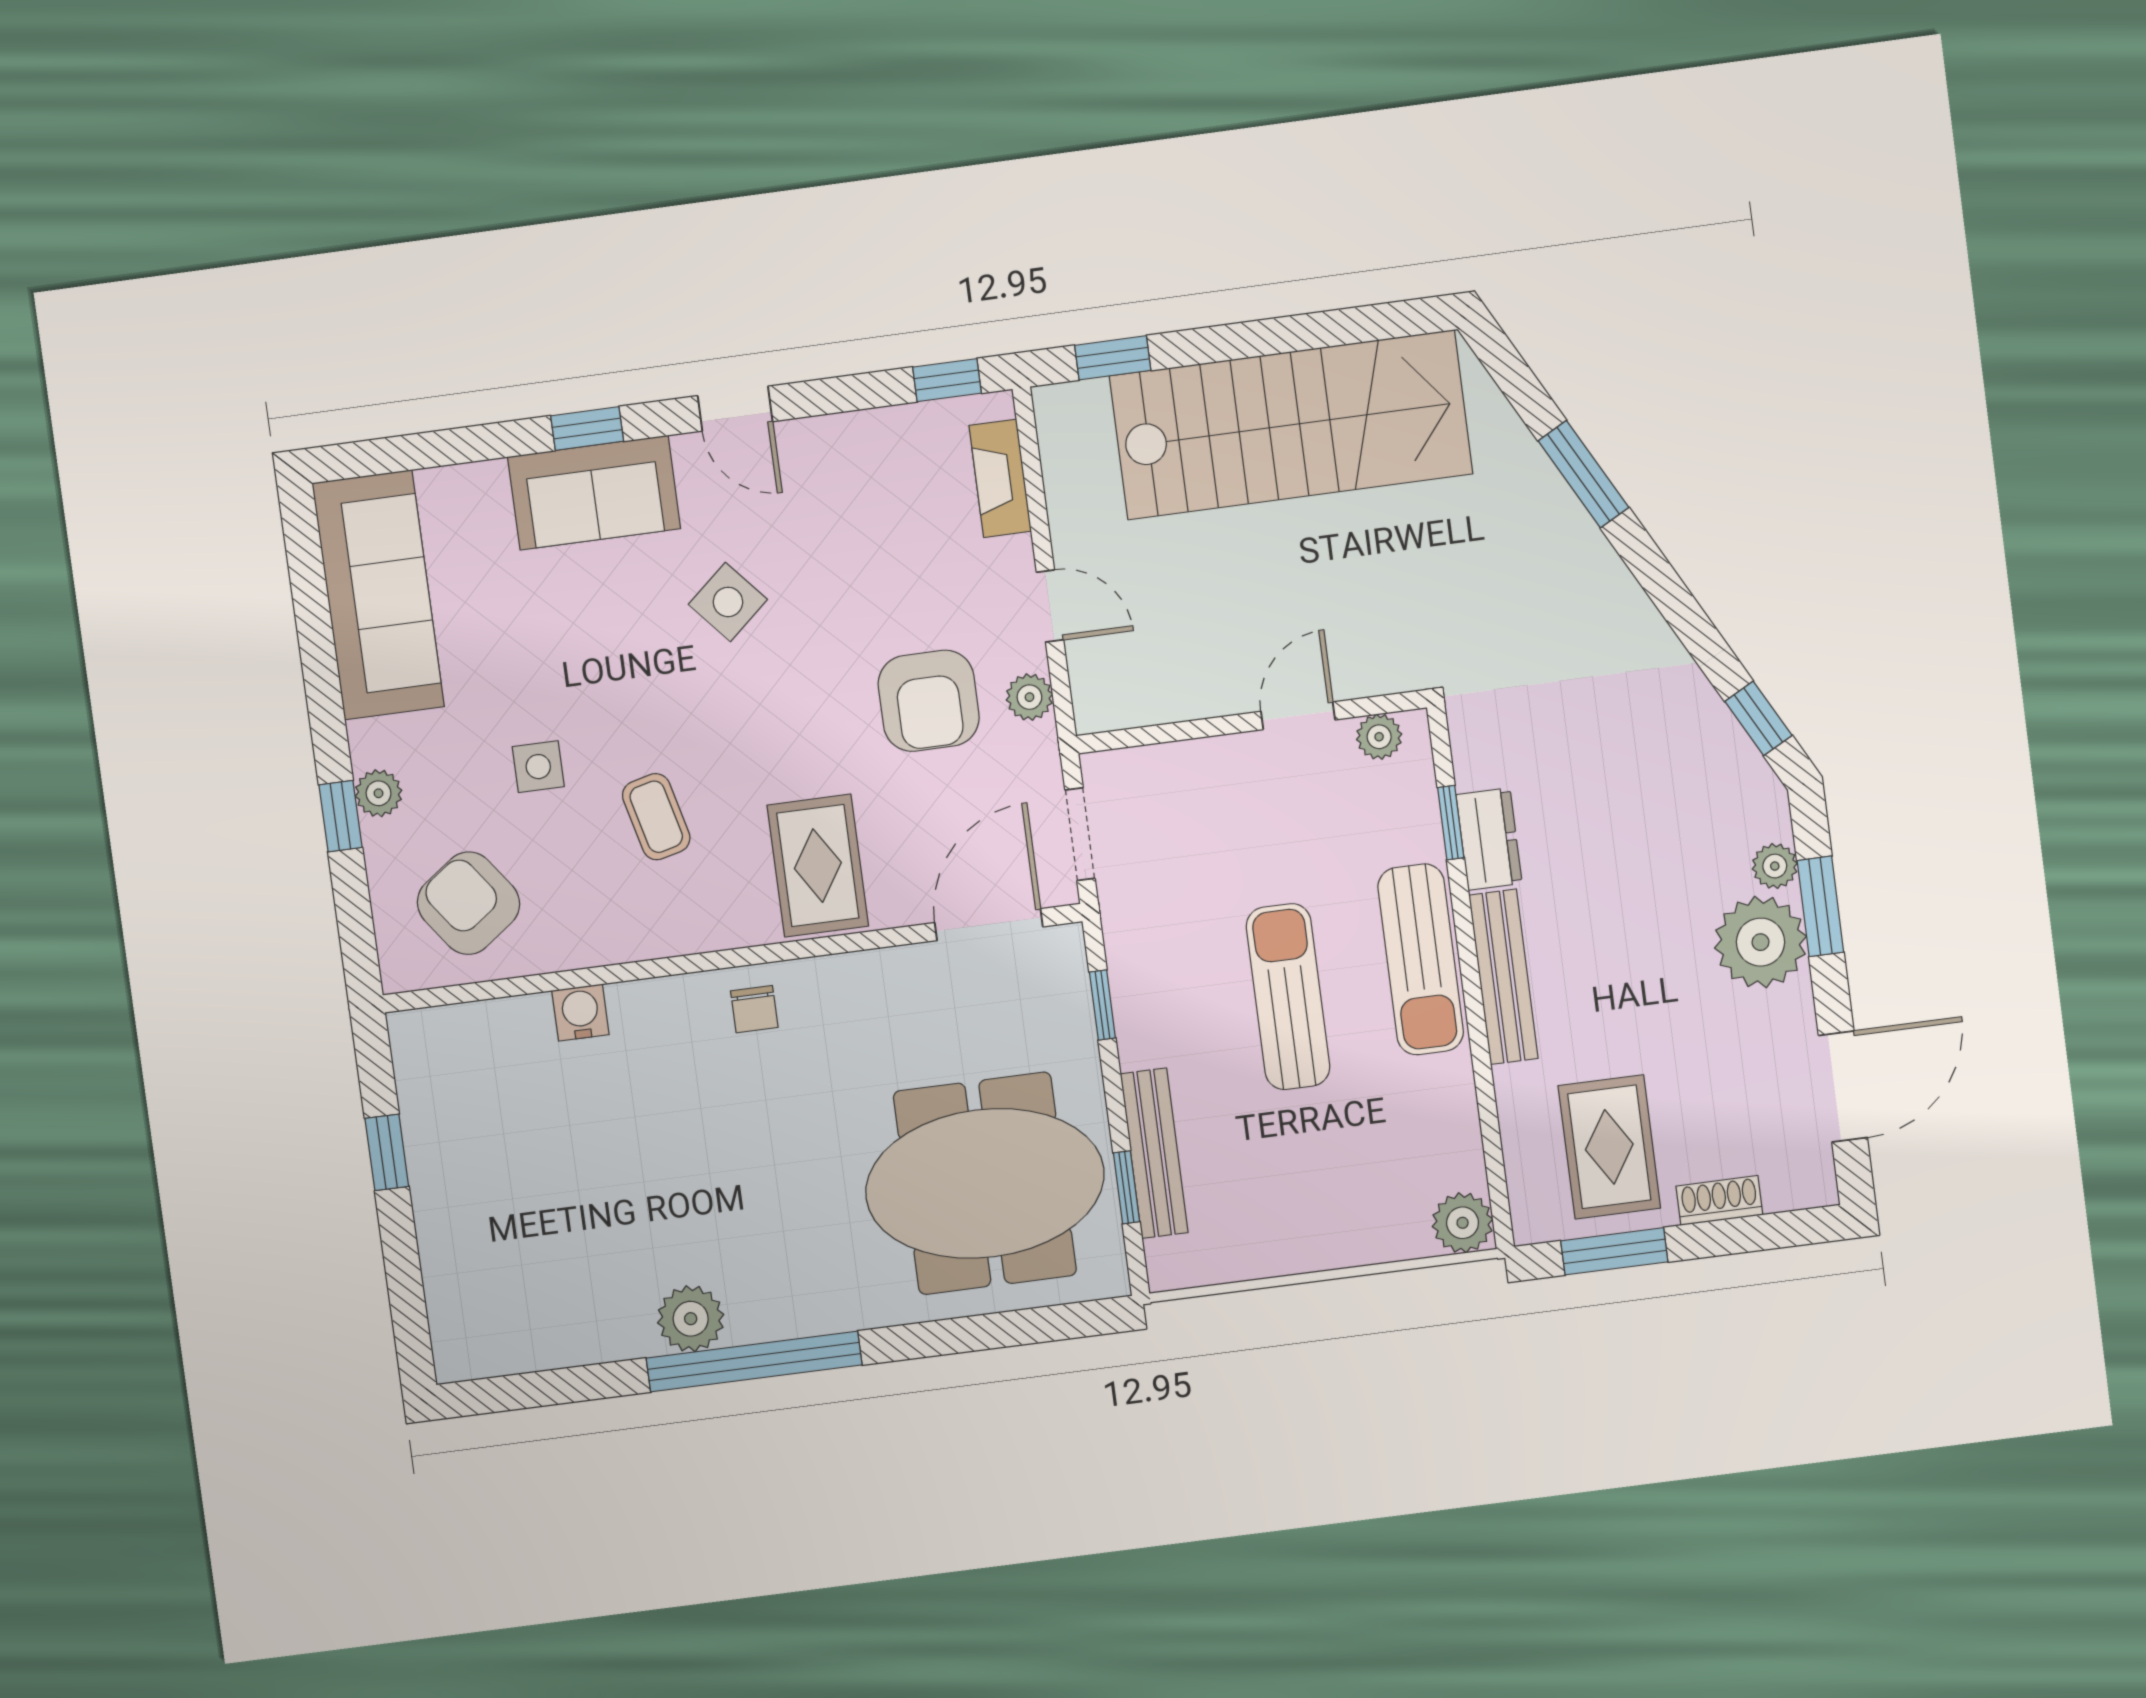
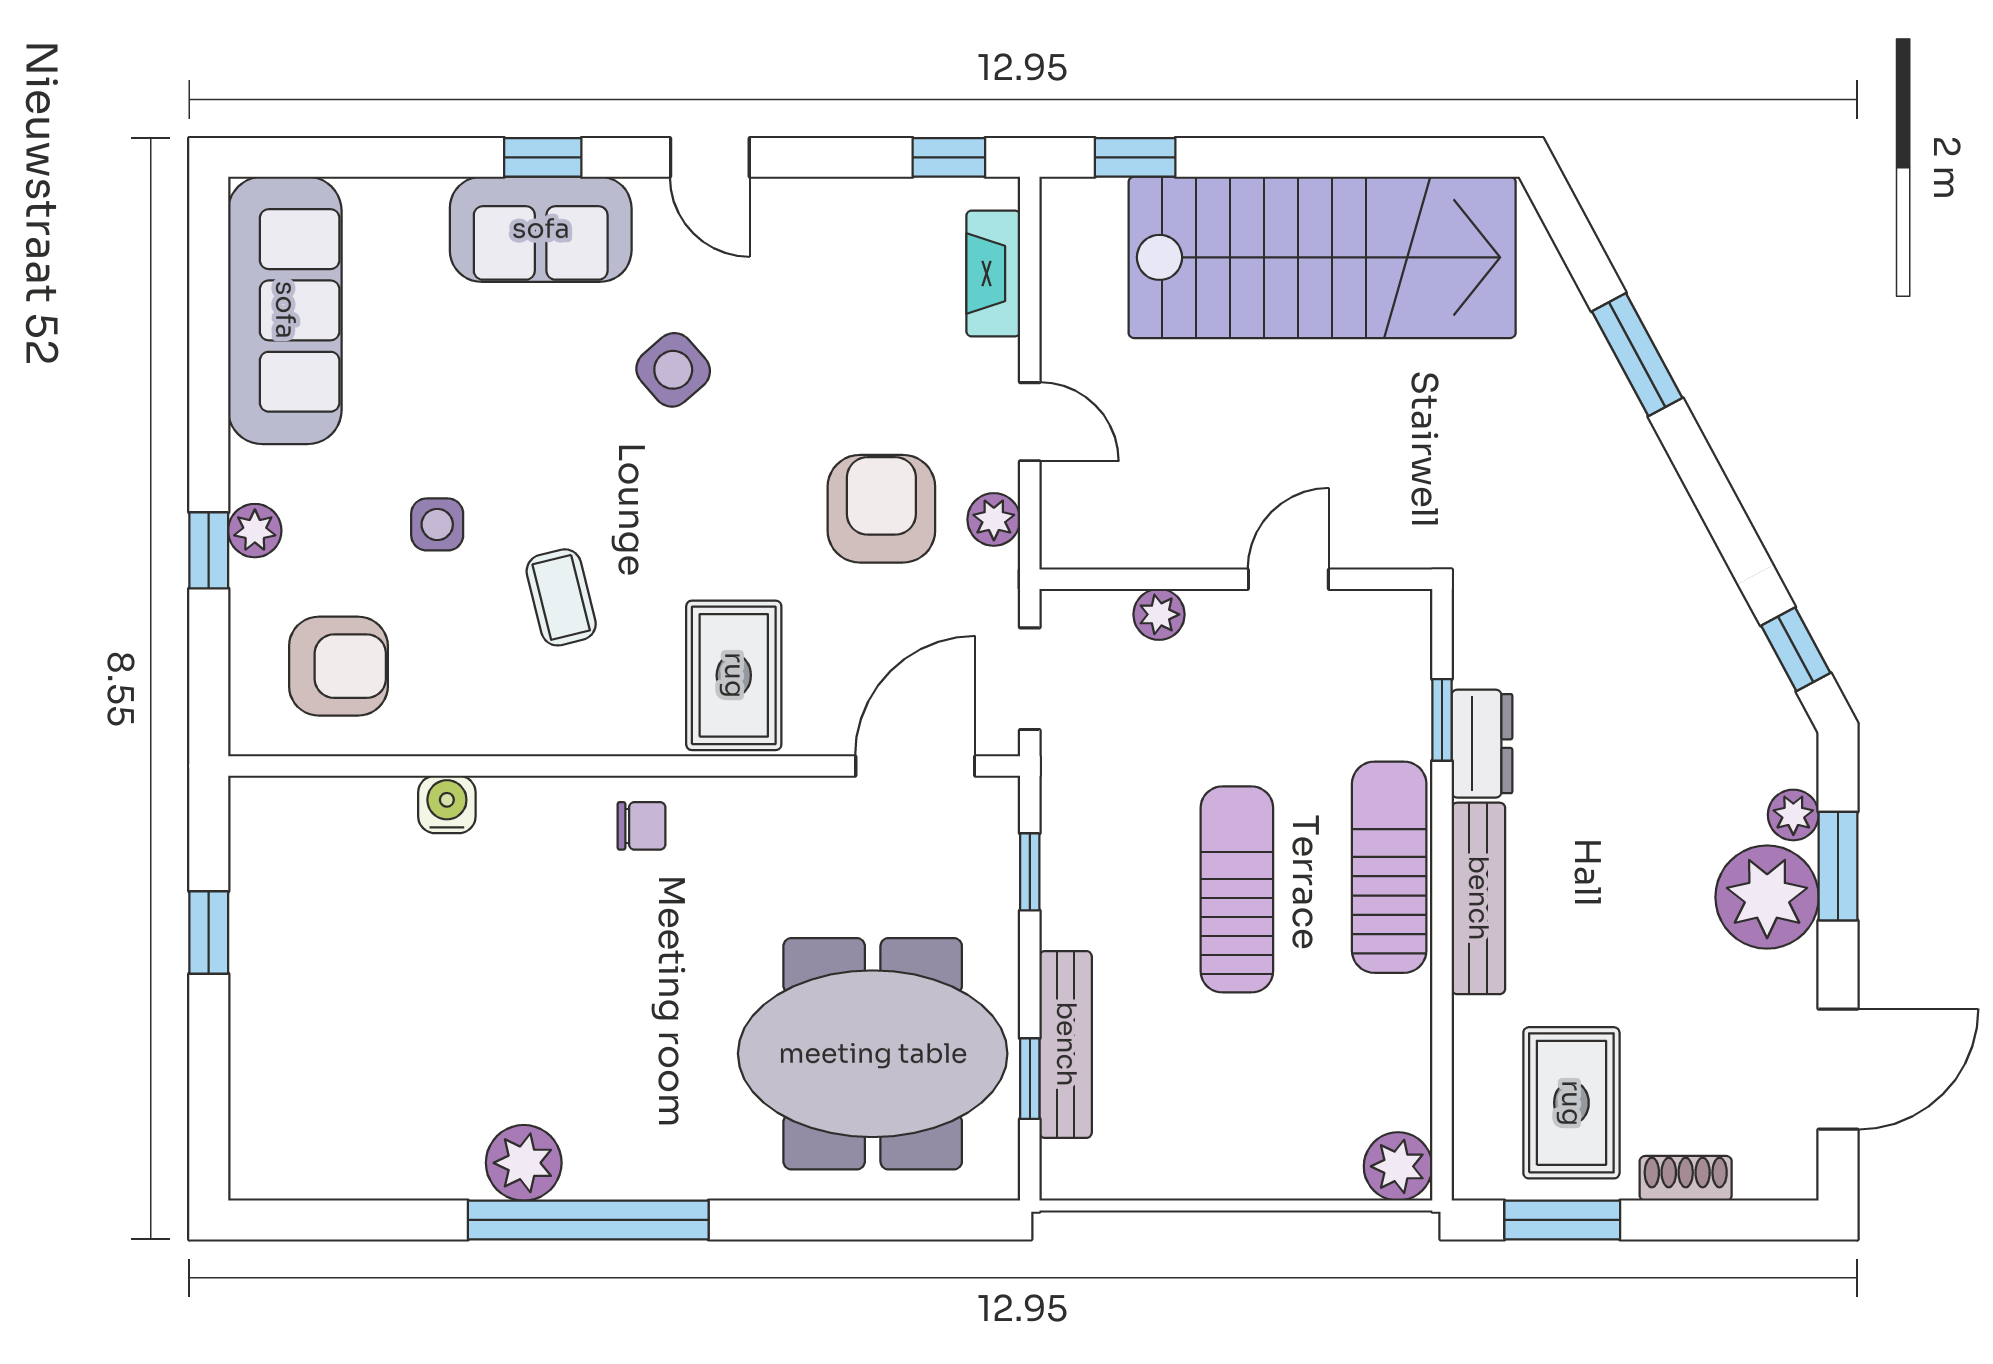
armchair: (929, 701) -> (881, 509), turned 180
plant: (1379, 737) -> (1159, 614), moved
armchair: (468, 903) -> (338, 666), turned 126
sun lounger: (1421, 959) -> (1389, 867), turned 180
chair: (754, 1009) -> (642, 826), turned -90

